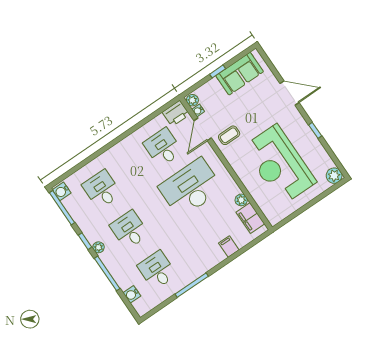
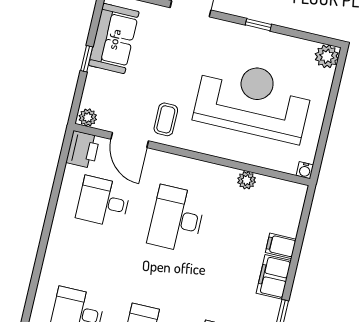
water cooler: (198, 111) -> (305, 170), moved
reception desk: (279, 165) -> (253, 101), turned 180
desk: (191, 188) -> (177, 219), width x0.73, depth x0.77
filing cabinet: (250, 218) -> (274, 277), moved, turned 90

